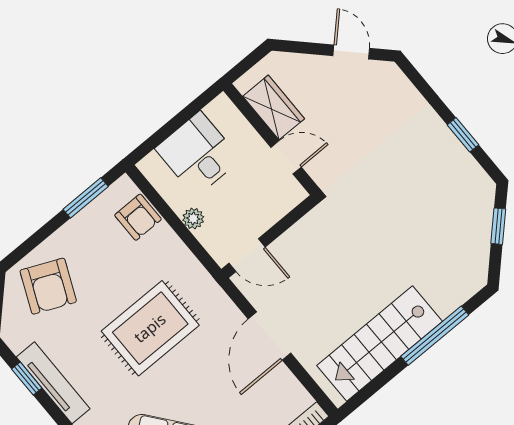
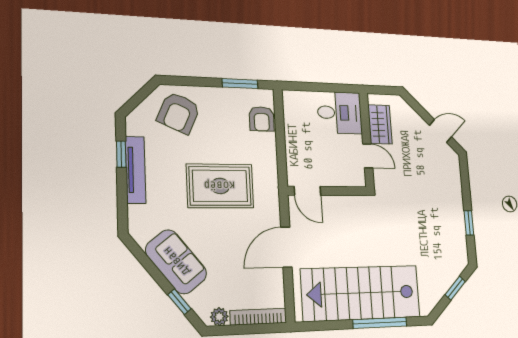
door: (351, 52) -> (441, 131), hinge flipped
desk: (198, 154) -> (340, 113), moved, turned 90
plant: (193, 218) -> (292, 146), removed
stairs: (380, 344) -> (361, 293), width x1.36, depth x1.51

